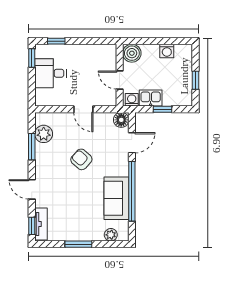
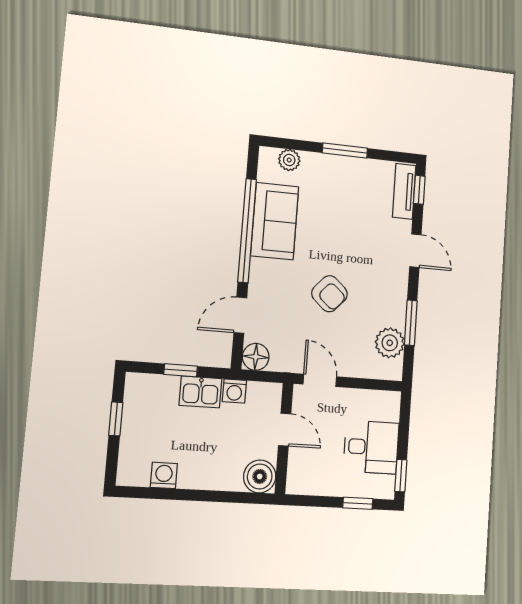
boiler: (132, 53) -> (260, 476), moved
wall: (120, 75) -> (284, 438), moved
door: (120, 80) -> (285, 430), moved

